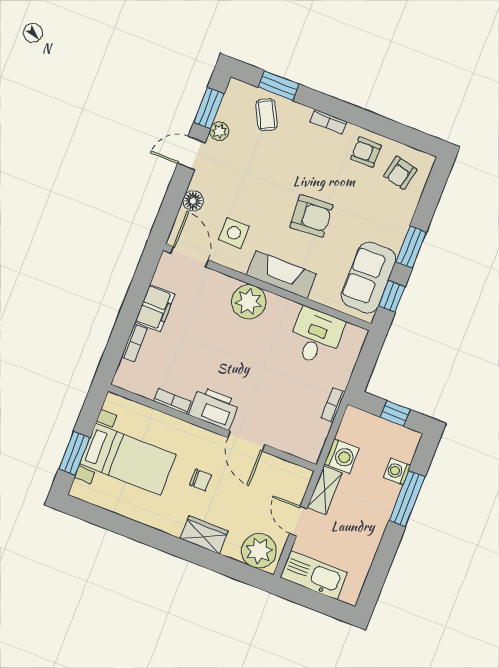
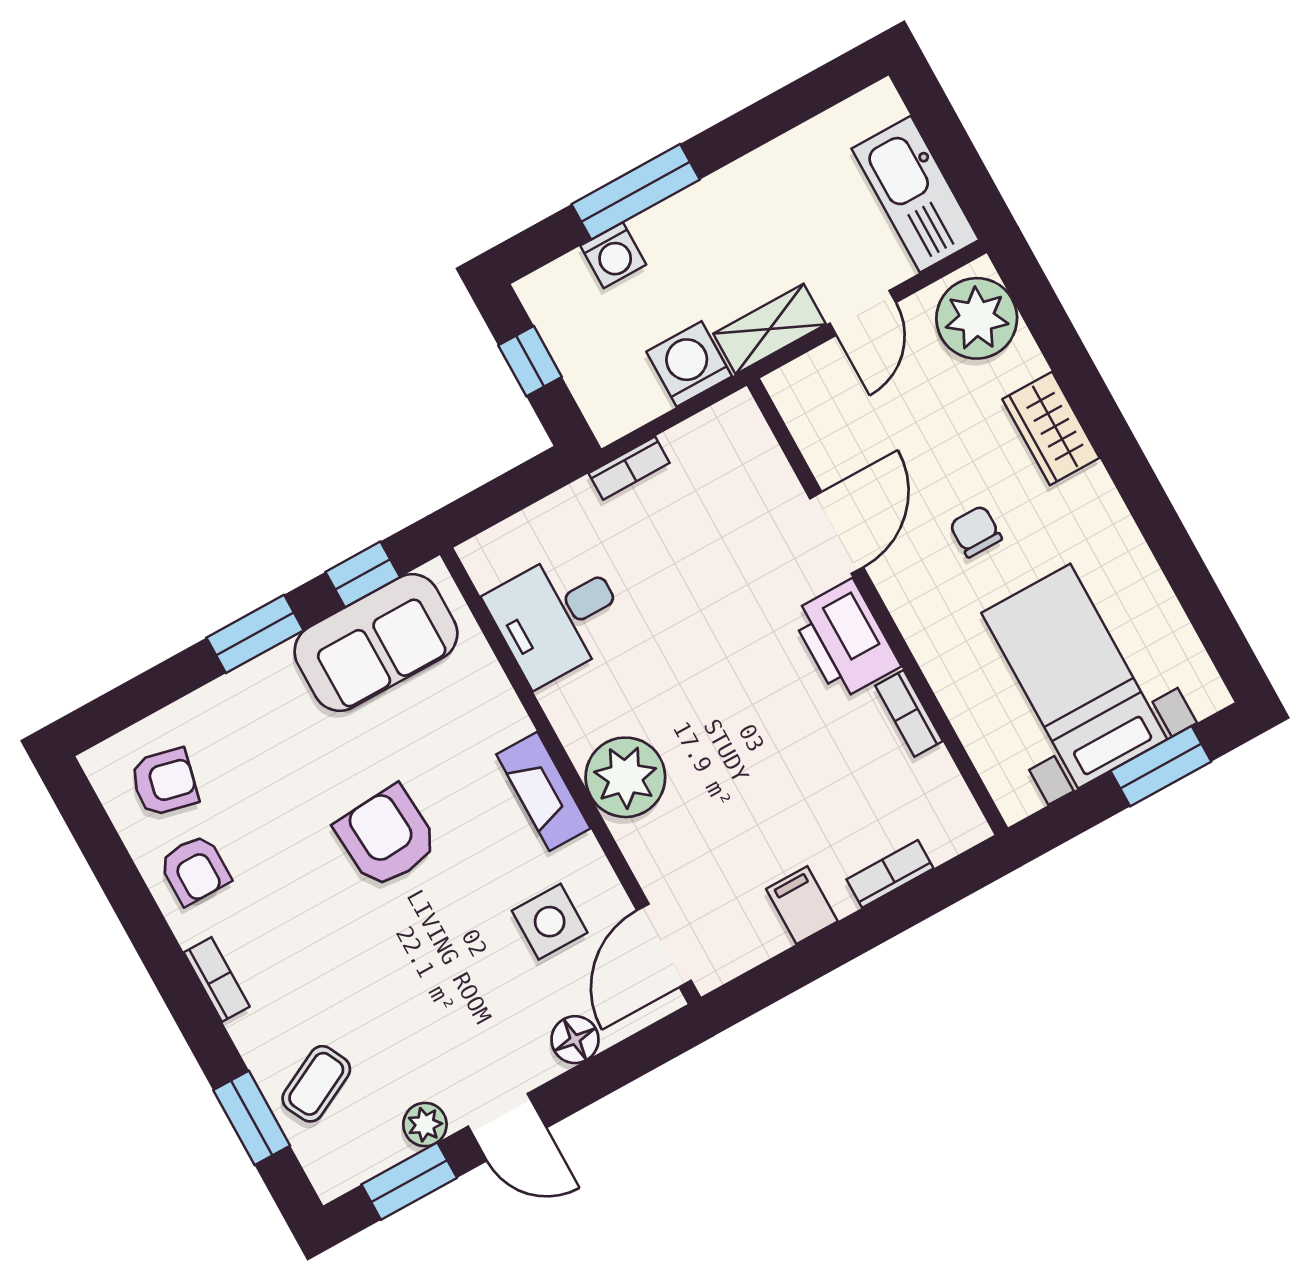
fireplace: (281, 275) -> (543, 791), width x0.73, depth x0.76
filing cabinet: (155, 308) -> (802, 905), width x0.50

